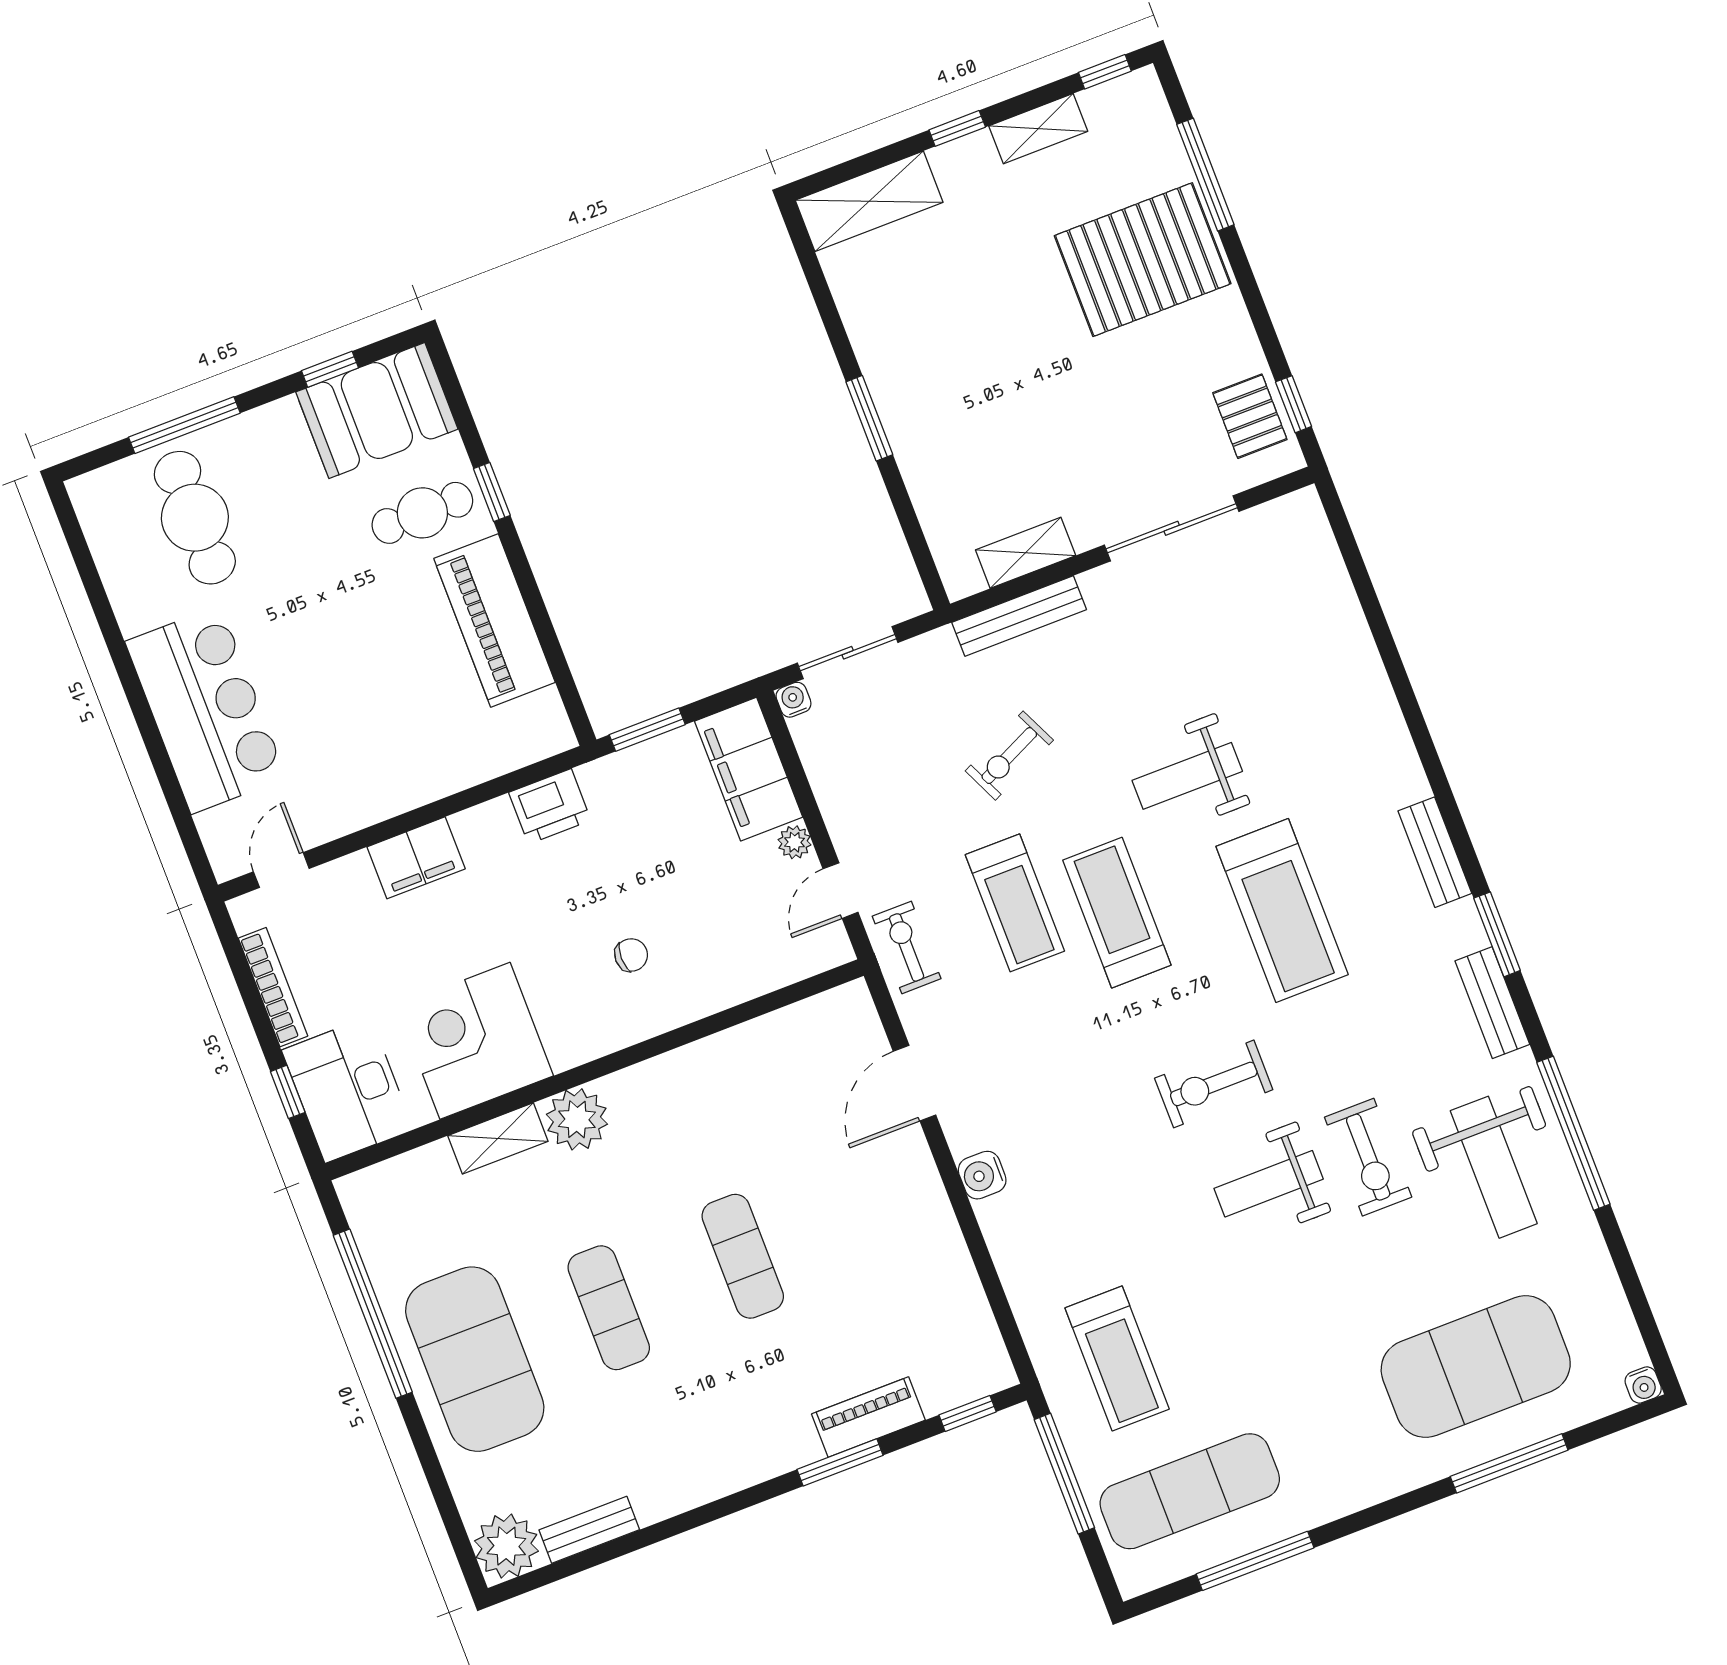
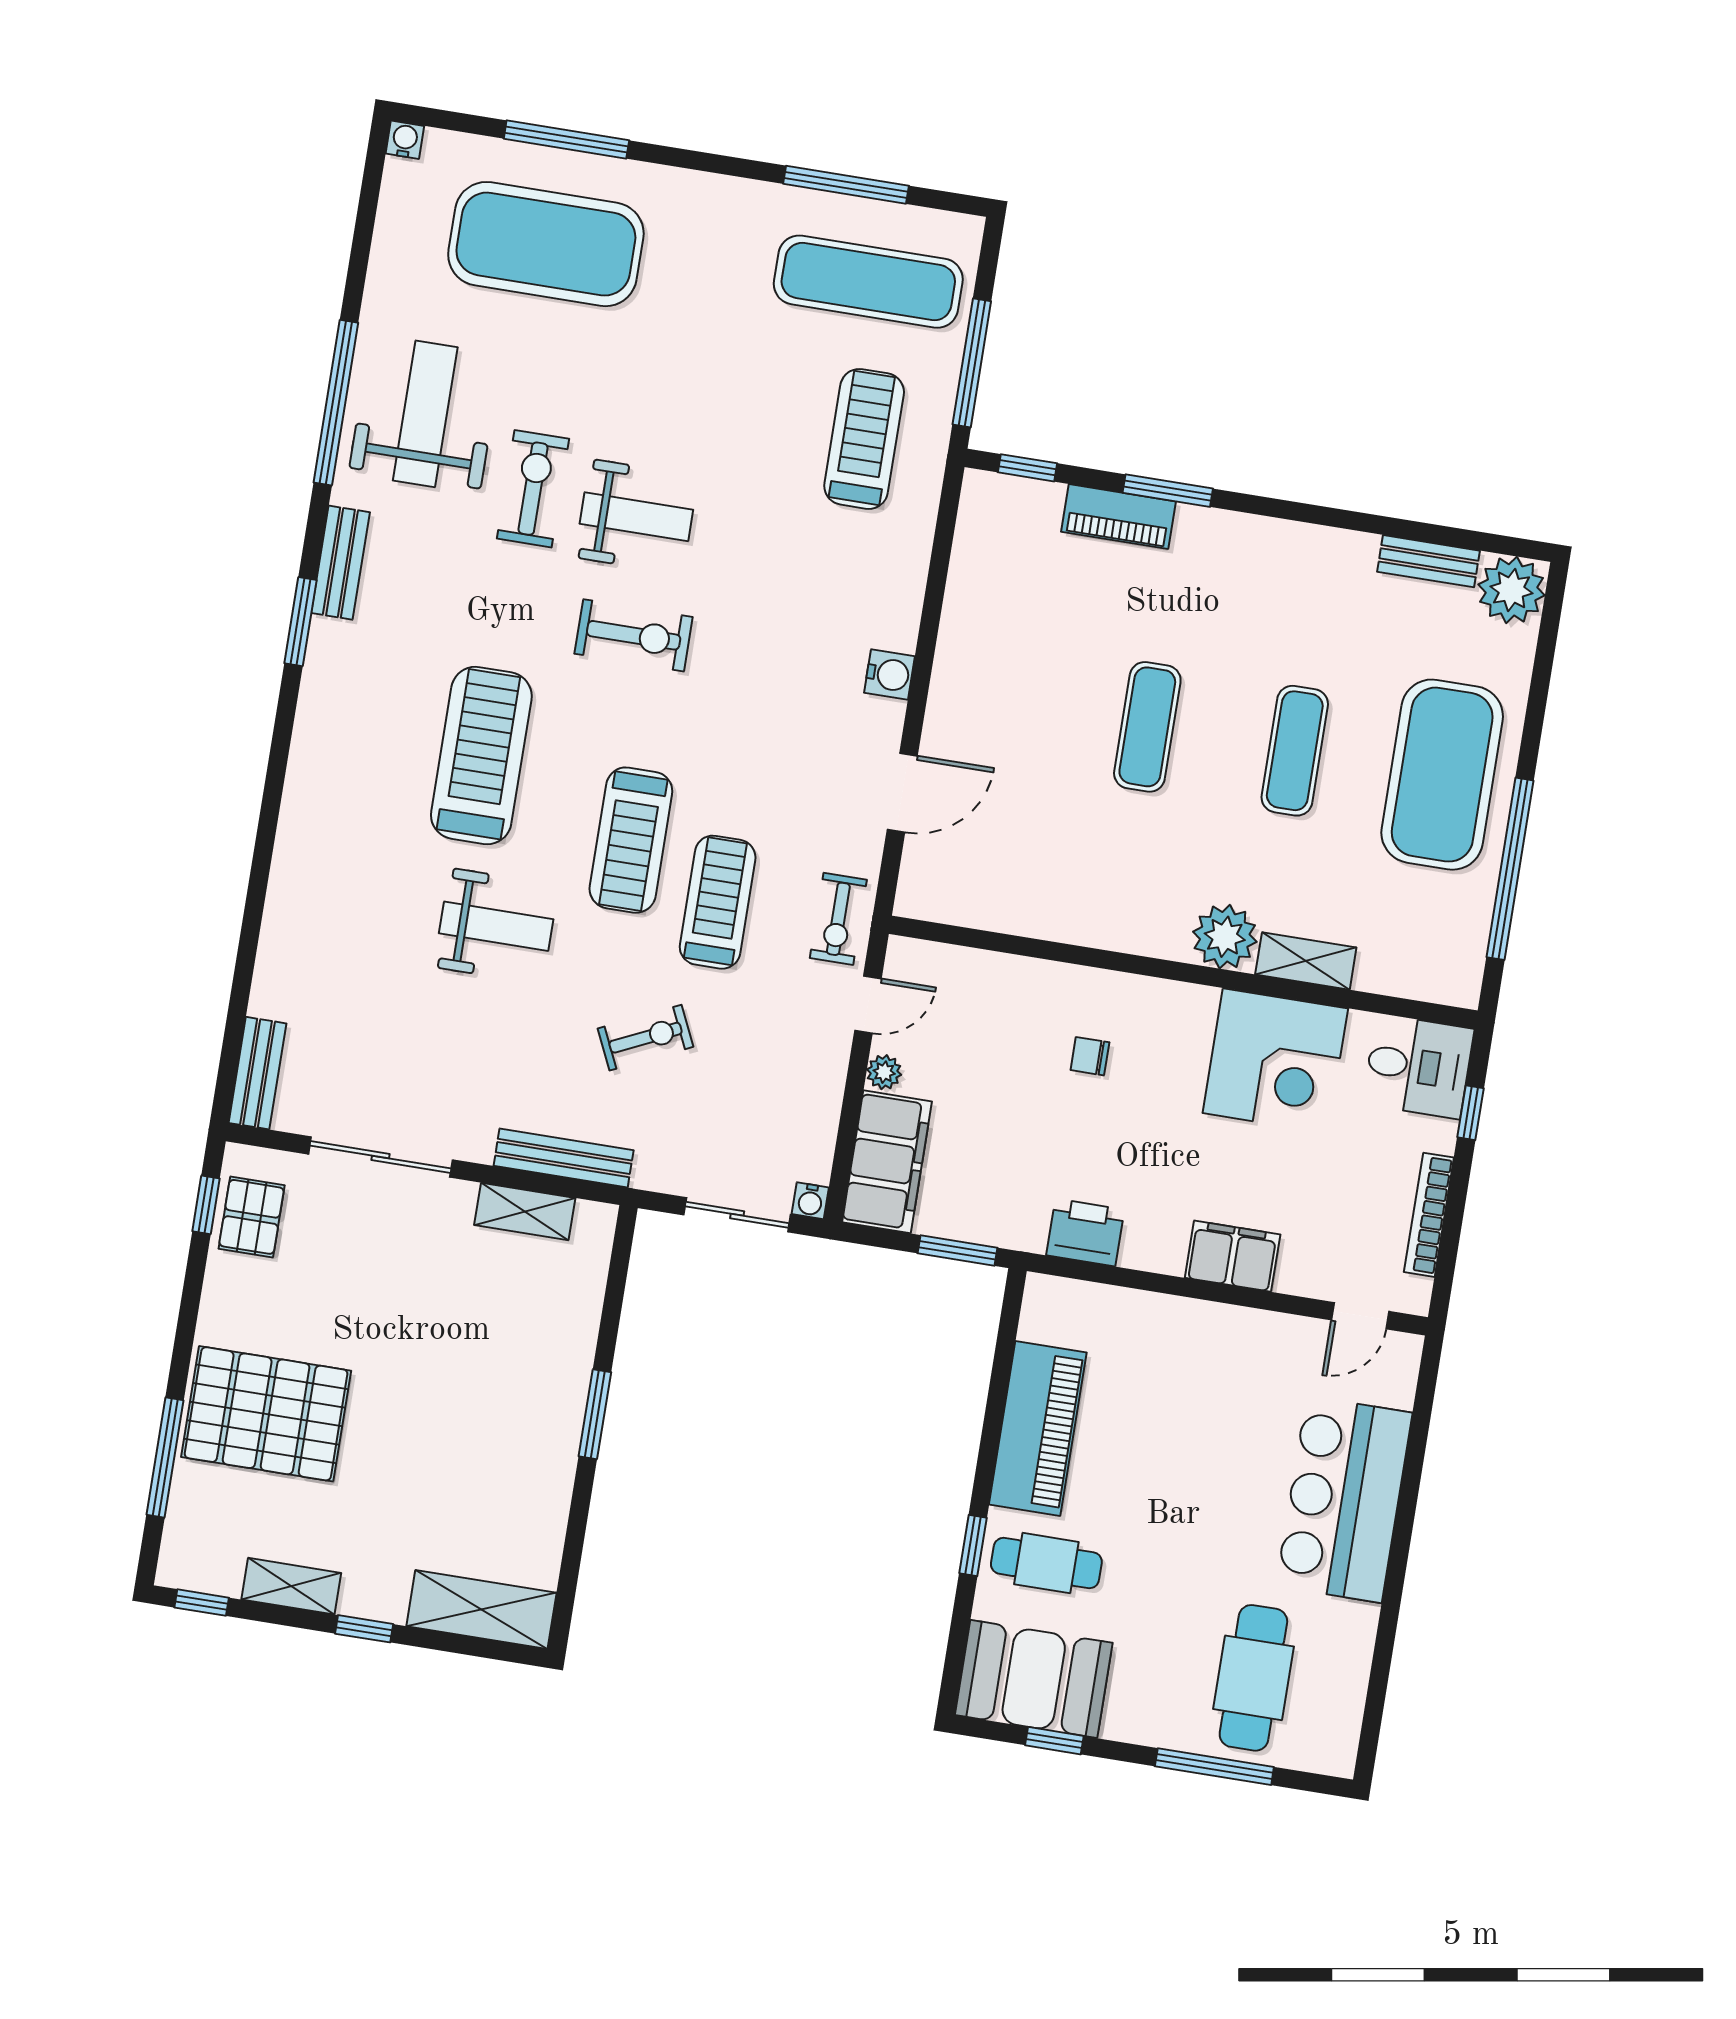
bench: (1435, 852) -> (258, 1073), moved
desk: (348, 1090) -> (1418, 1066), width x0.73

